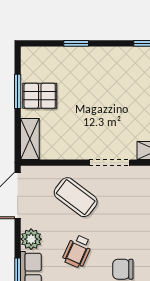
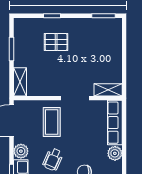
pallet: (40, 96) -> (56, 42), moved
coffee table: (76, 197) -> (52, 122), turned 53

